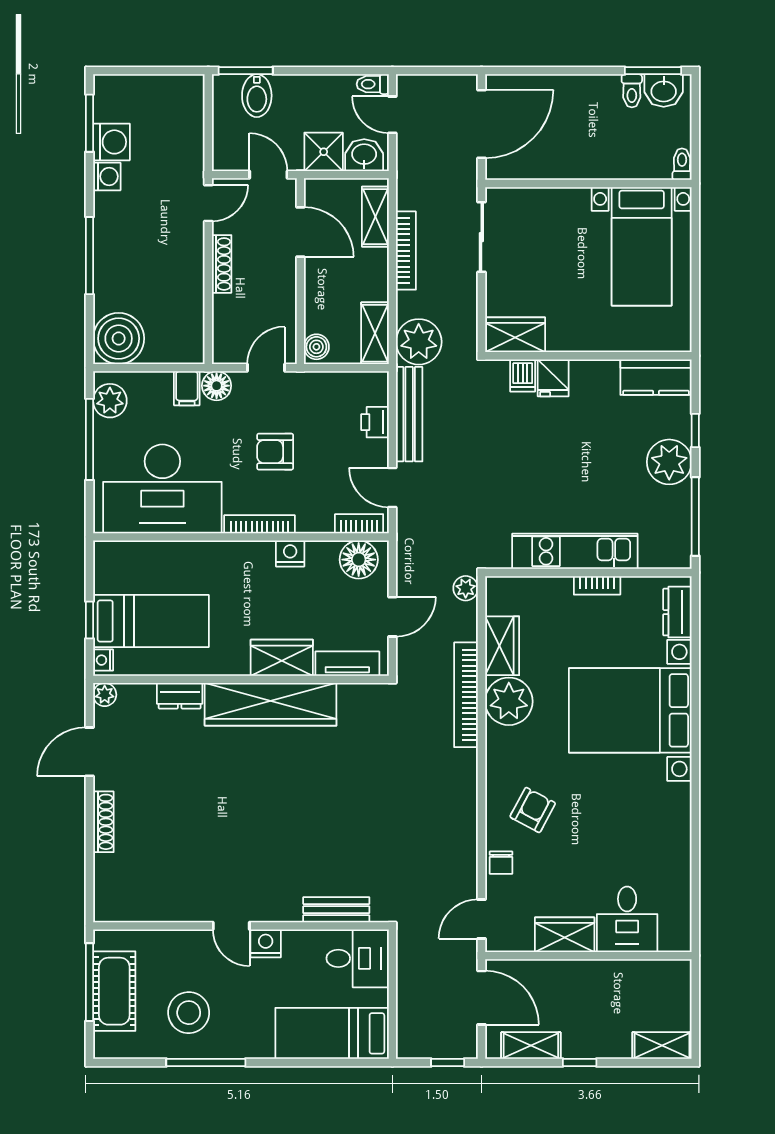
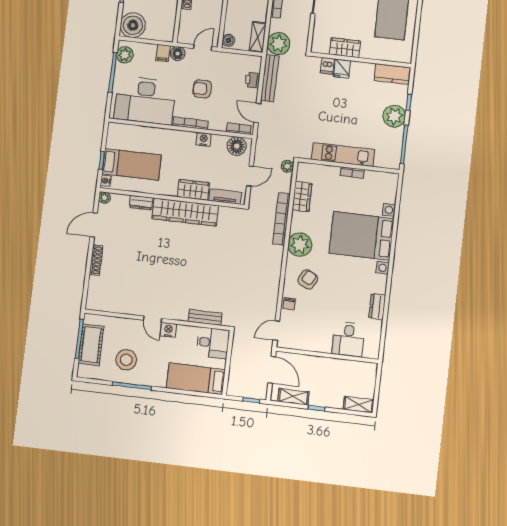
wardrobe: (515, 335) -> (345, 48), moved
dresser: (677, 612) -> (377, 307), moved
plant: (509, 701) -> (300, 245), moved
wardrobe: (565, 935) -> (316, 343), removed

